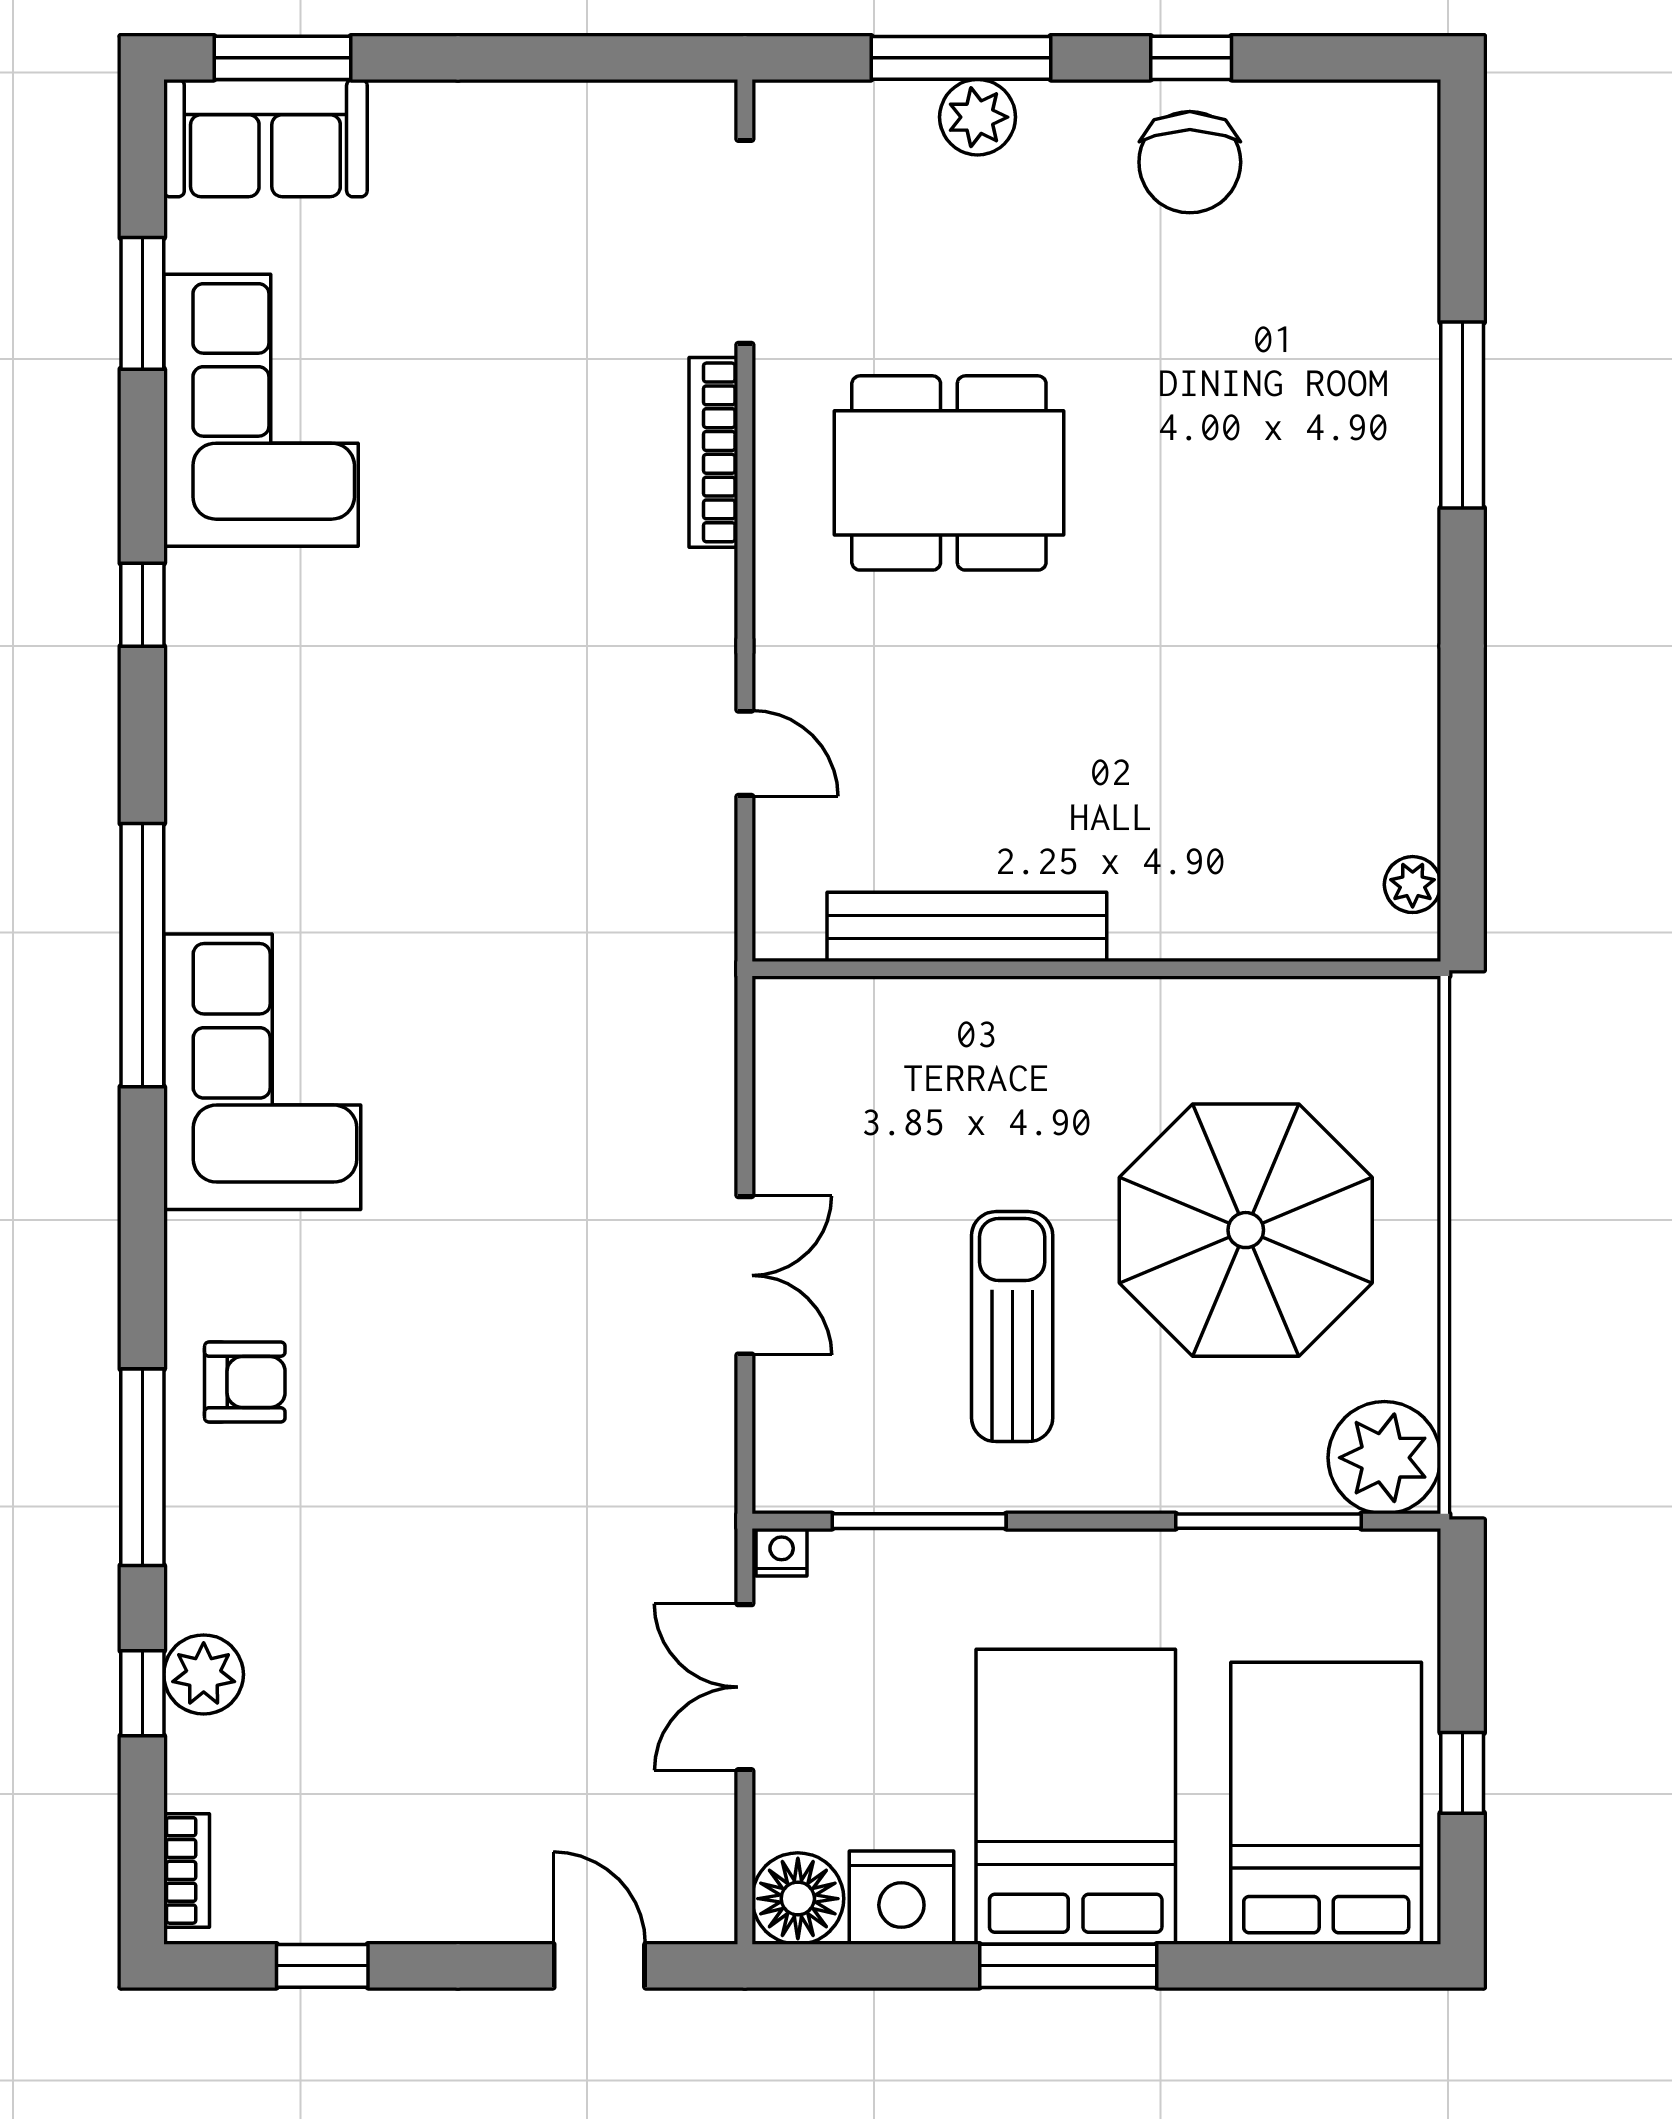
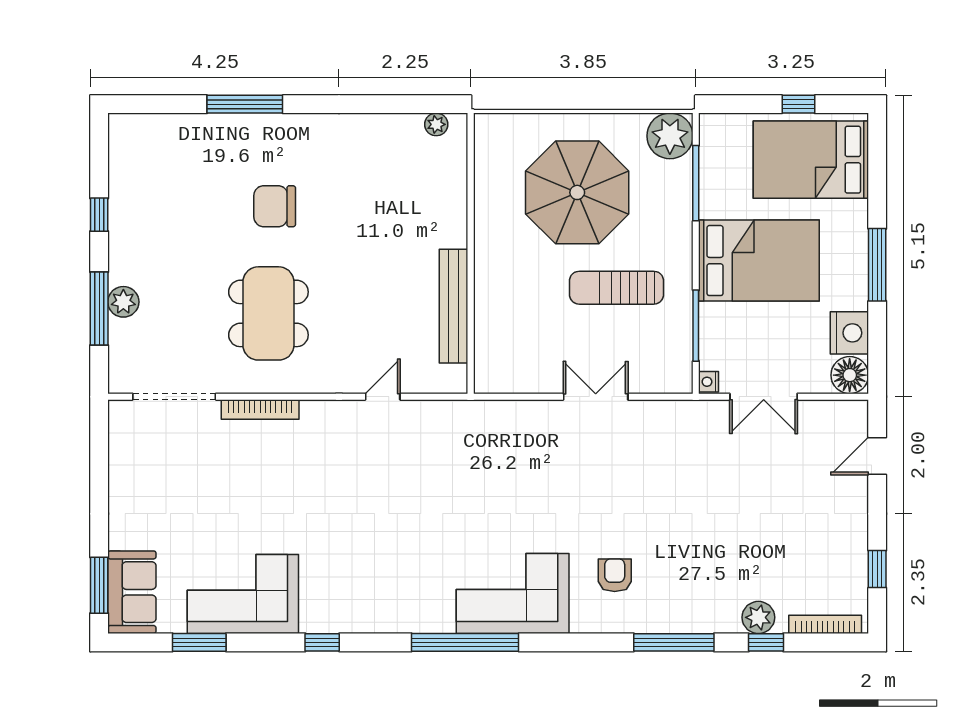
chair: (1190, 162) -> (275, 206), moved, turned 180
armchair: (245, 1382) -> (615, 575), moved
bed: (1076, 1797) -> (759, 261), moved, turned 180
bookcase: (187, 1870) -> (825, 624), width x1.56

